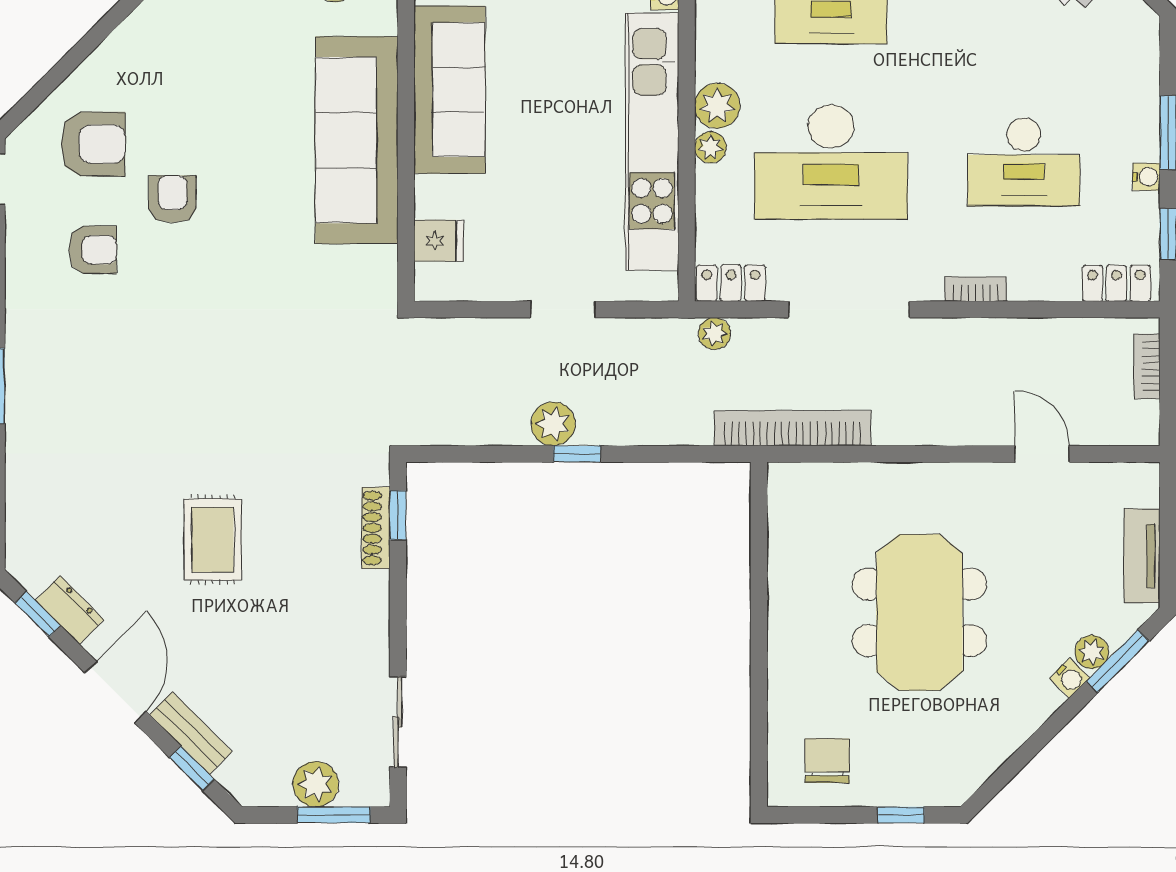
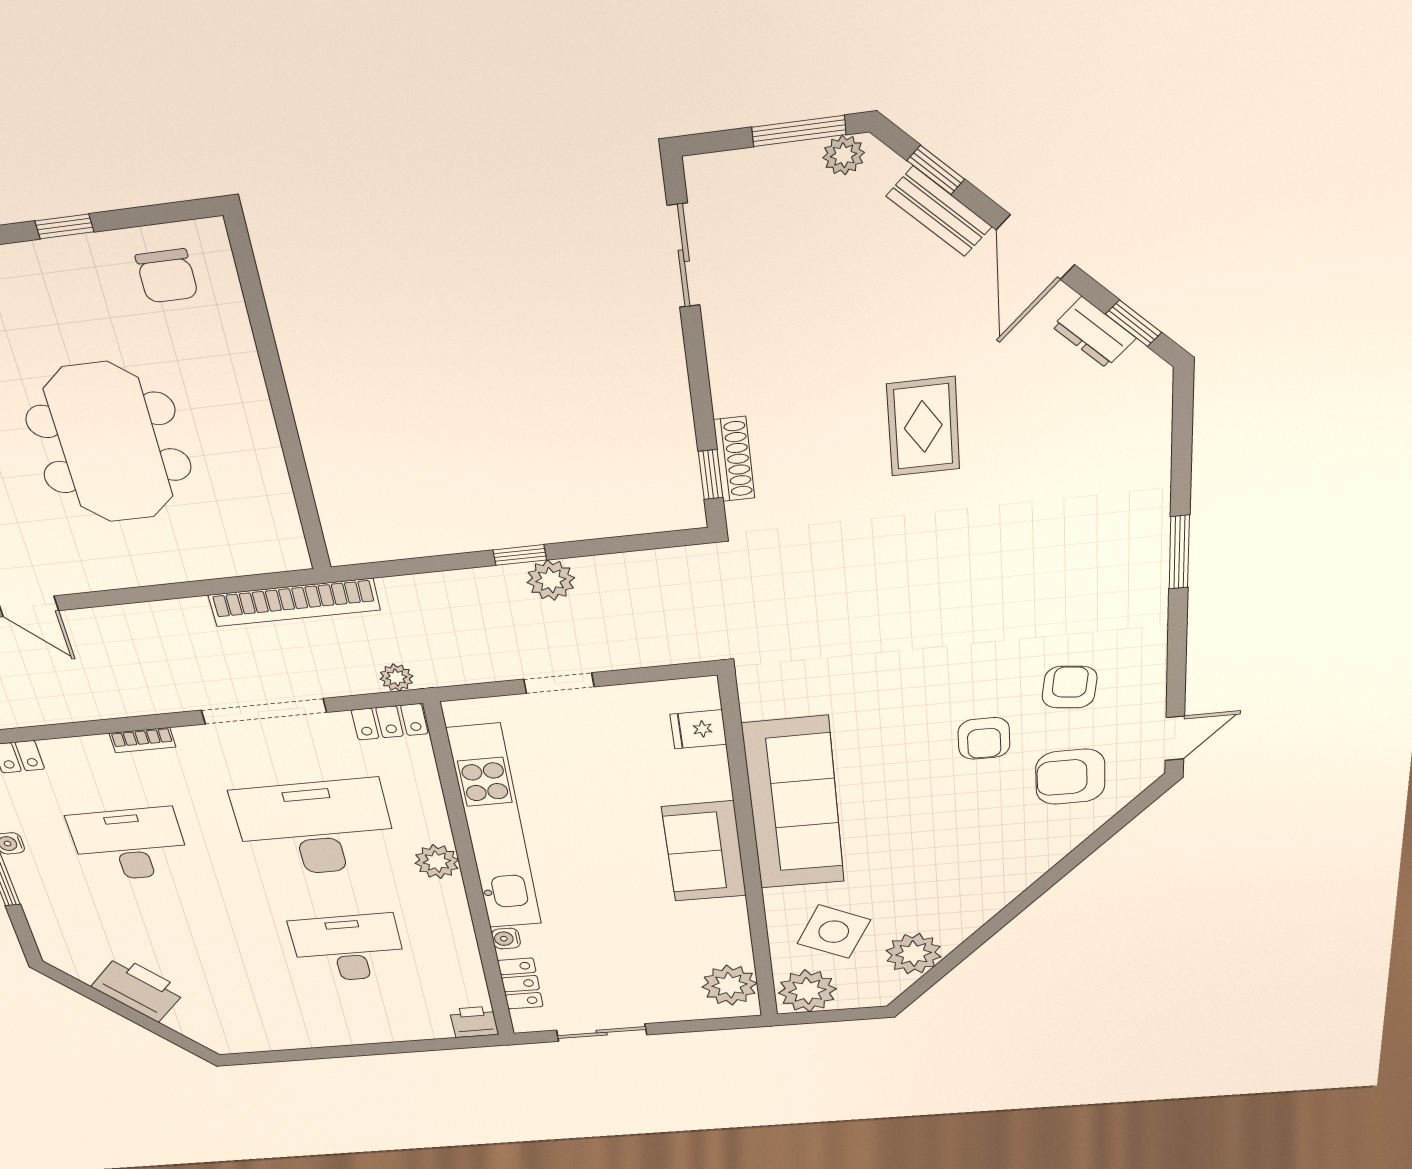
sofa: (449, 90) -> (704, 851), width x0.73
plant: (710, 147) -> (436, 829), removed
armchair: (93, 250) -> (1070, 687), turned 97
plant: (316, 784) -> (844, 155), moved, width x0.73, depth x0.73
window: (334, 815) -> (799, 131), moved

